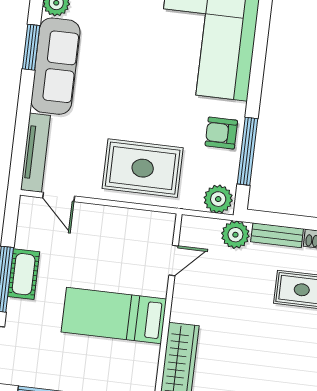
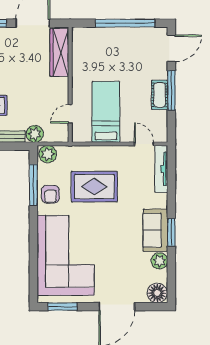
sofa: (56, 66) -> (155, 230), width x0.73
armchair: (221, 133) -> (51, 194), turned 90
rug: (143, 168) -> (94, 187), moved
bed: (114, 315) -> (106, 112), moved, turned -90

